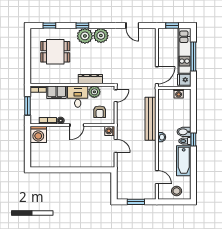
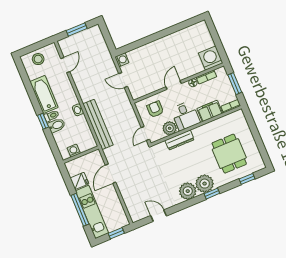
dining table: (55, 52) -> (229, 154), turned 90
wall: (174, 88) -> (81, 155), moved
washing machine: (179, 93) -> (74, 151), moved
washing machine: (110, 131) -> (122, 60), moved
door: (157, 177) -> (65, 65), swing flipped

